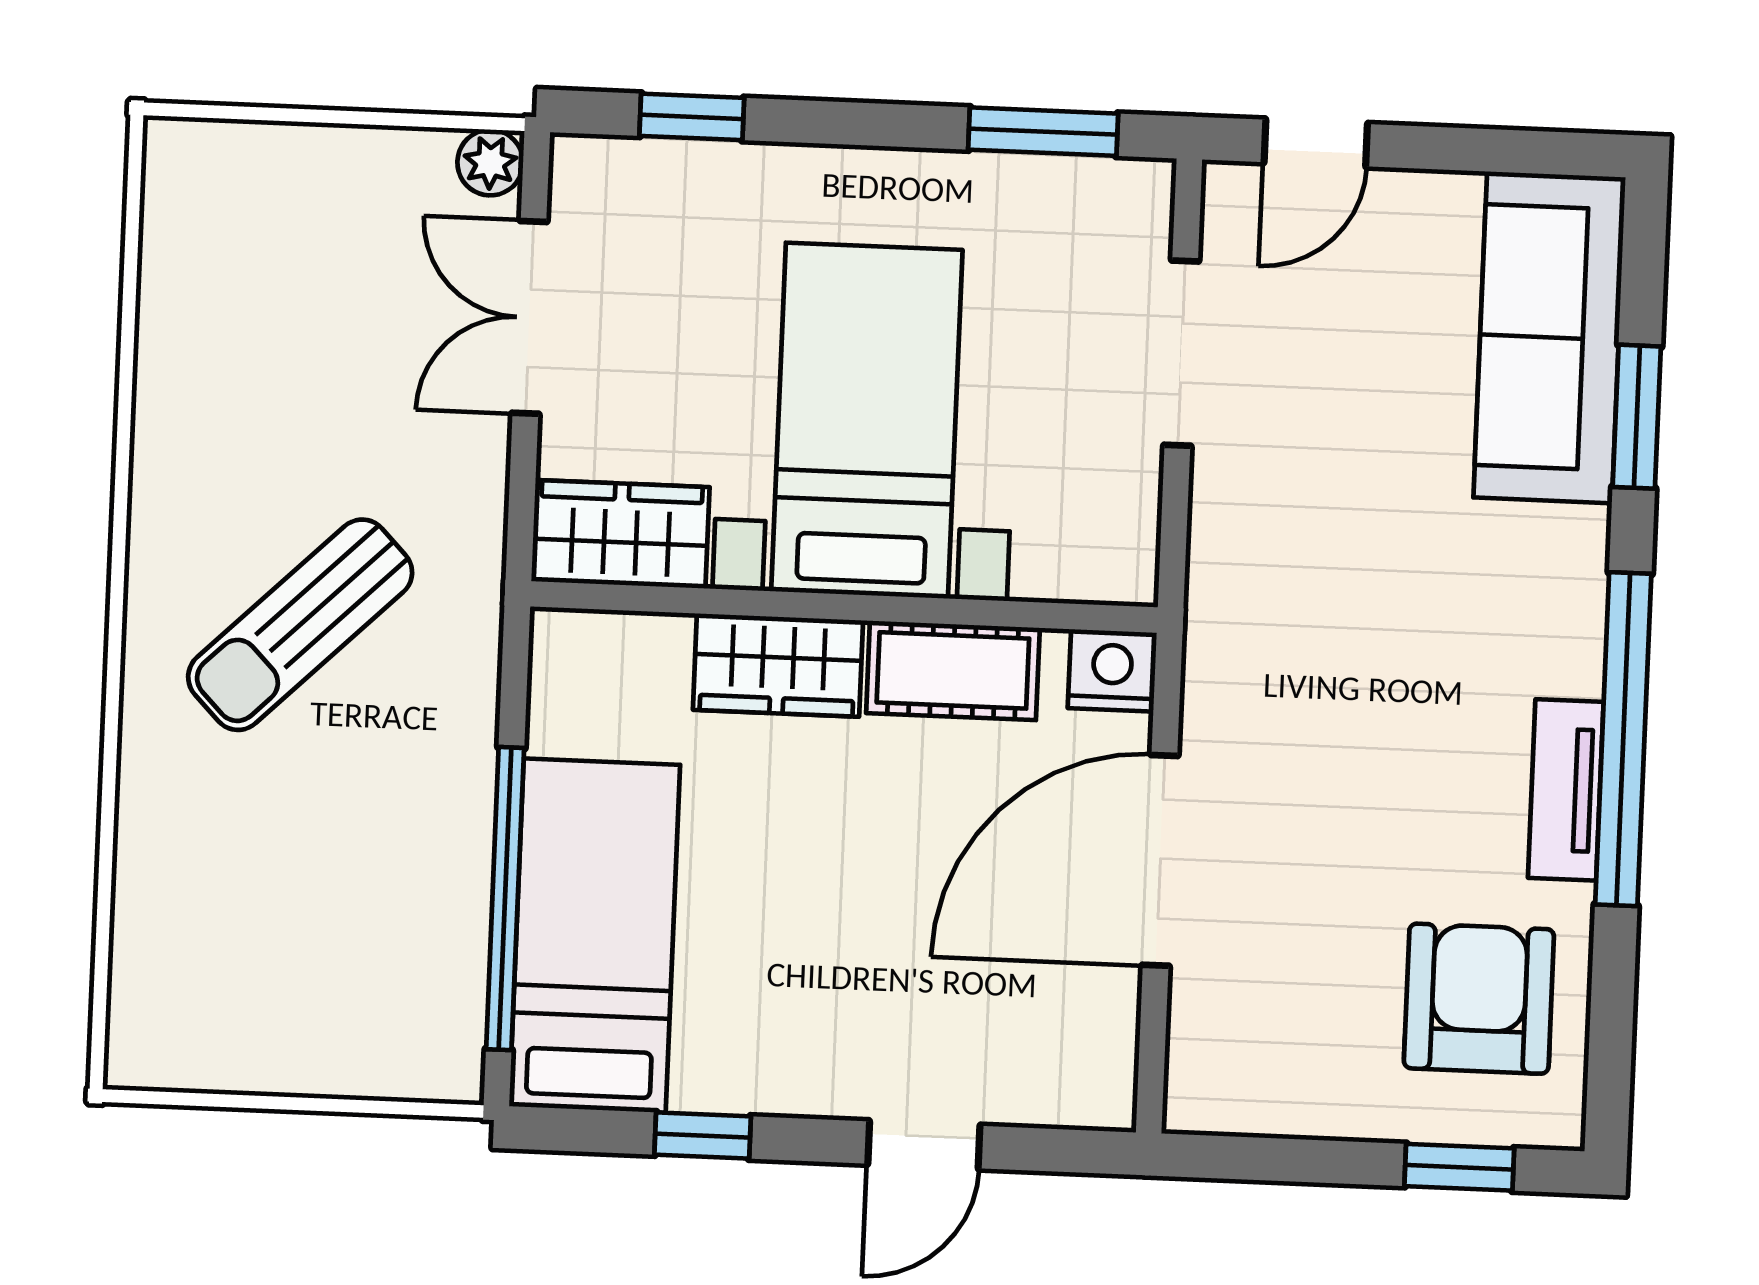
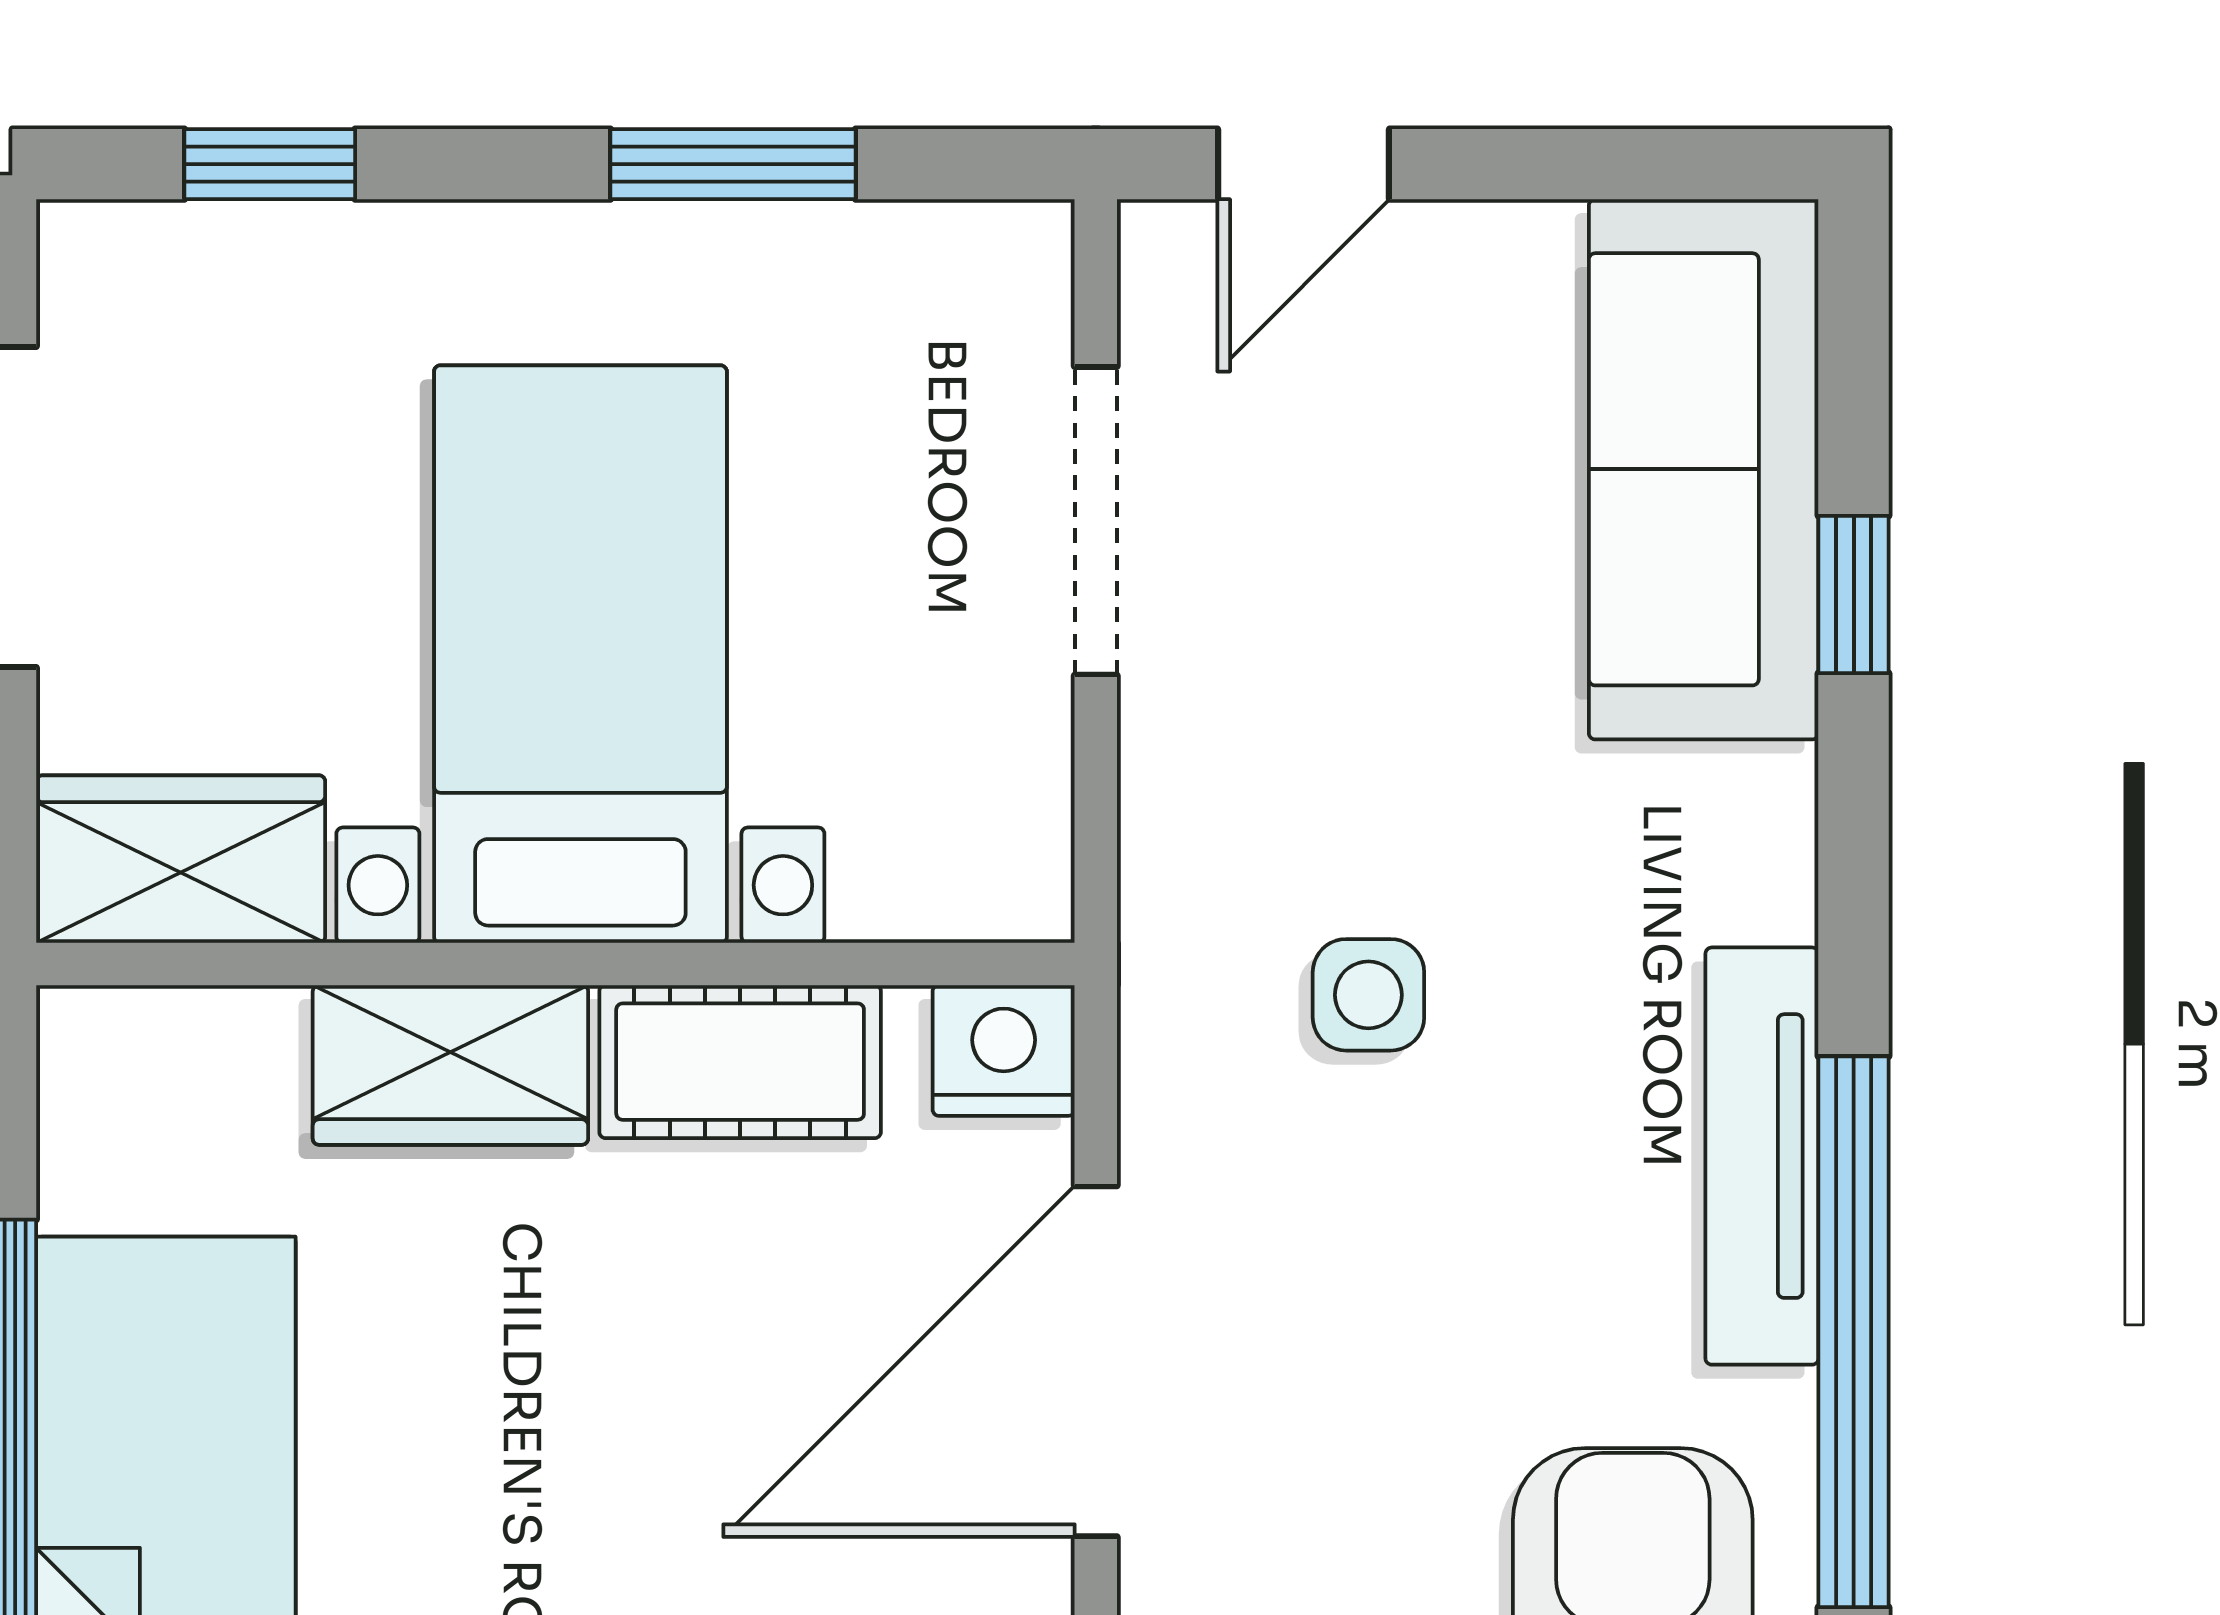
window: (1043, 132) -> (733, 164), moved
window: (1637, 417) -> (1854, 595), width x0.67
side table: (1334, 646) -> (1368, 995), added
window: (1623, 739) -> (1854, 1332), moved
tv unit: (1566, 790) -> (1762, 1156), width x1.41

